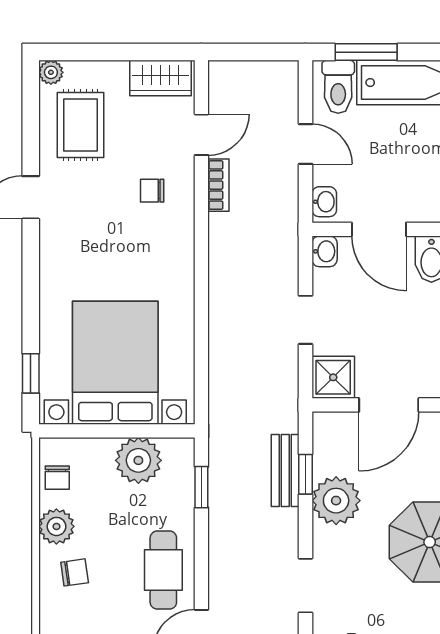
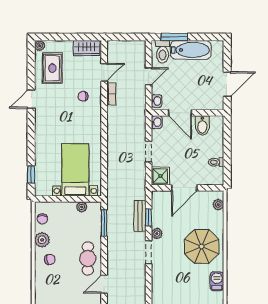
door: (305, 144) -> (149, 76), hinge flipped
bed with nightstands: (115, 363) -> (75, 170), width x0.73
plant: (138, 460) -> (82, 207), width x0.53, depth x0.53
window: (201, 487) -> (104, 223), width x1.50
plant: (336, 501) -> (157, 234), width x0.53, depth x0.53
doorway: (305, 586) -> (149, 252), moved

